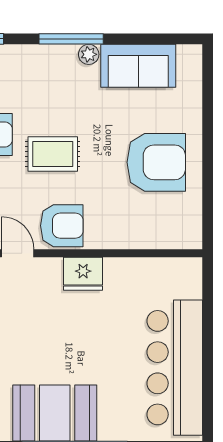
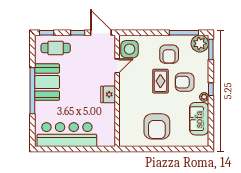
window: (71, 39) -> (211, 89), width x0.46
armchair: (62, 226) -> (185, 82), moved, turned 90

